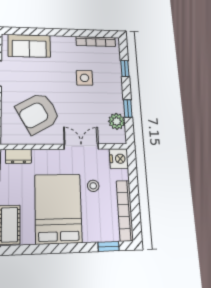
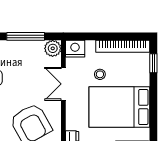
window: (128, 108) -> (26, 36), width x2.17
plant: (117, 121) -> (53, 48), moved

